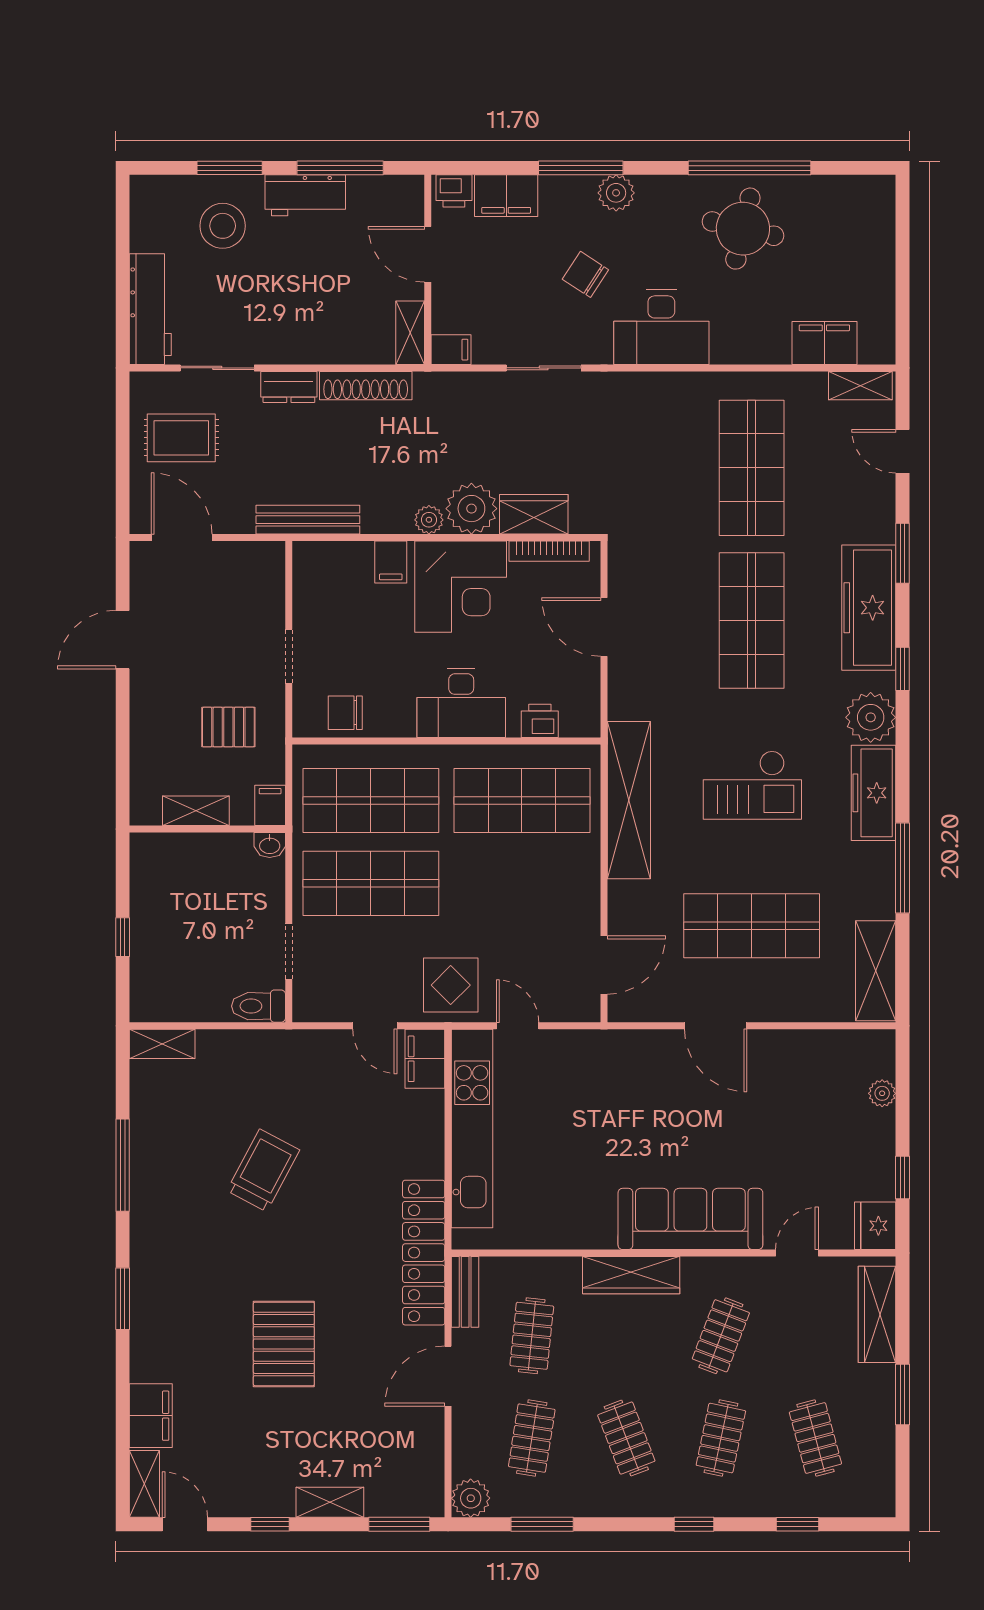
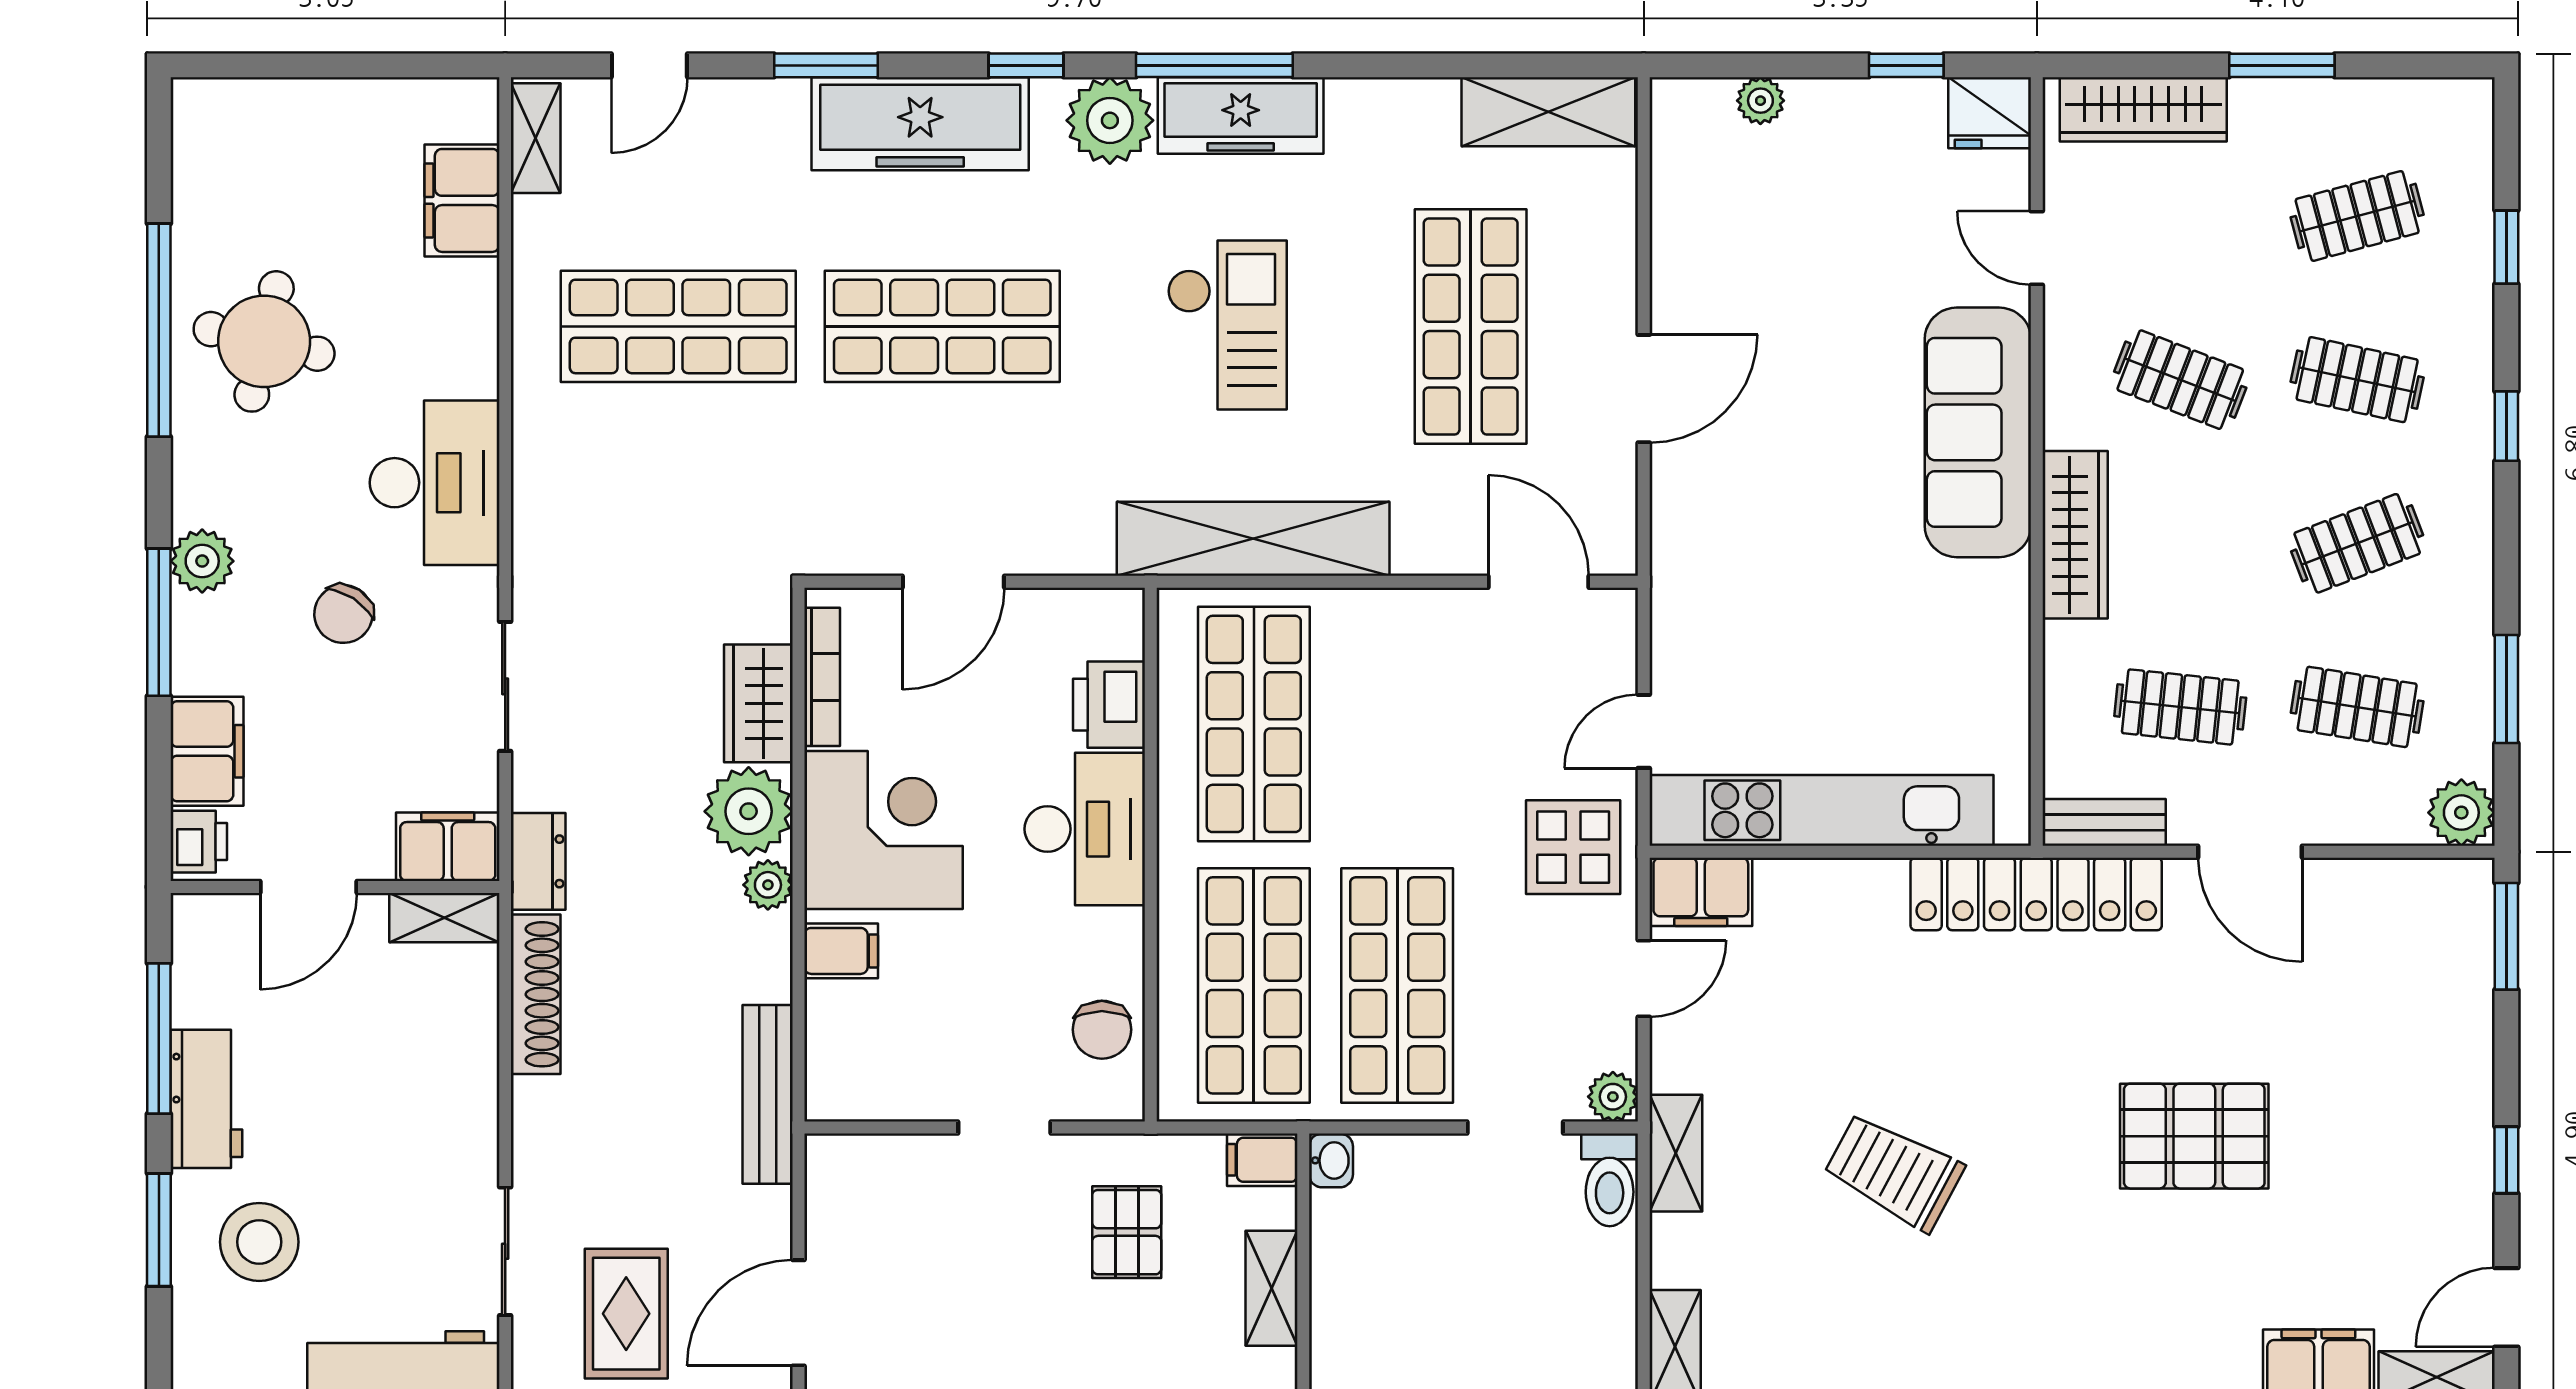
filing cabinet: (451, 350) -> (448, 847), width x2.00
dresser: (289, 387) -> (538, 861), moved
printer: (540, 721) -> (1109, 705), width x1.36, depth x1.24
window: (902, 868) -> (1214, 65), moved
plant: (307, 1008) -> (1613, 1097), added
shelving: (330, 1502) -> (1676, 1153), moved

